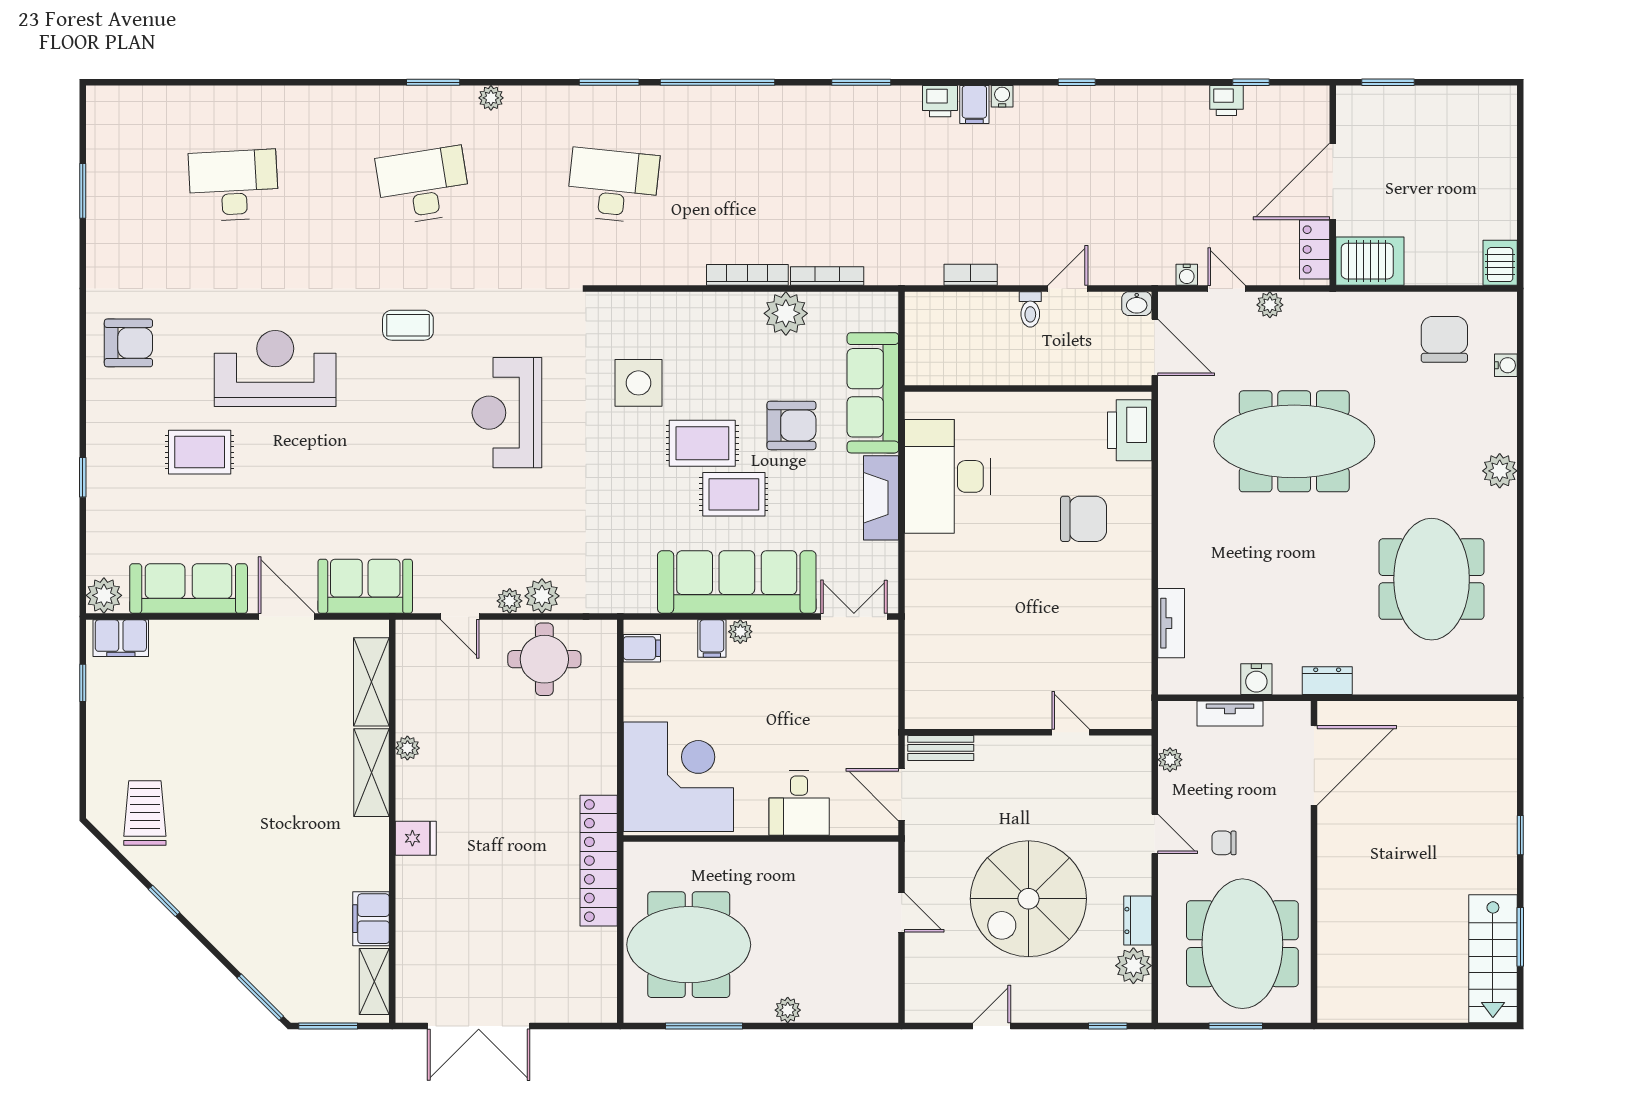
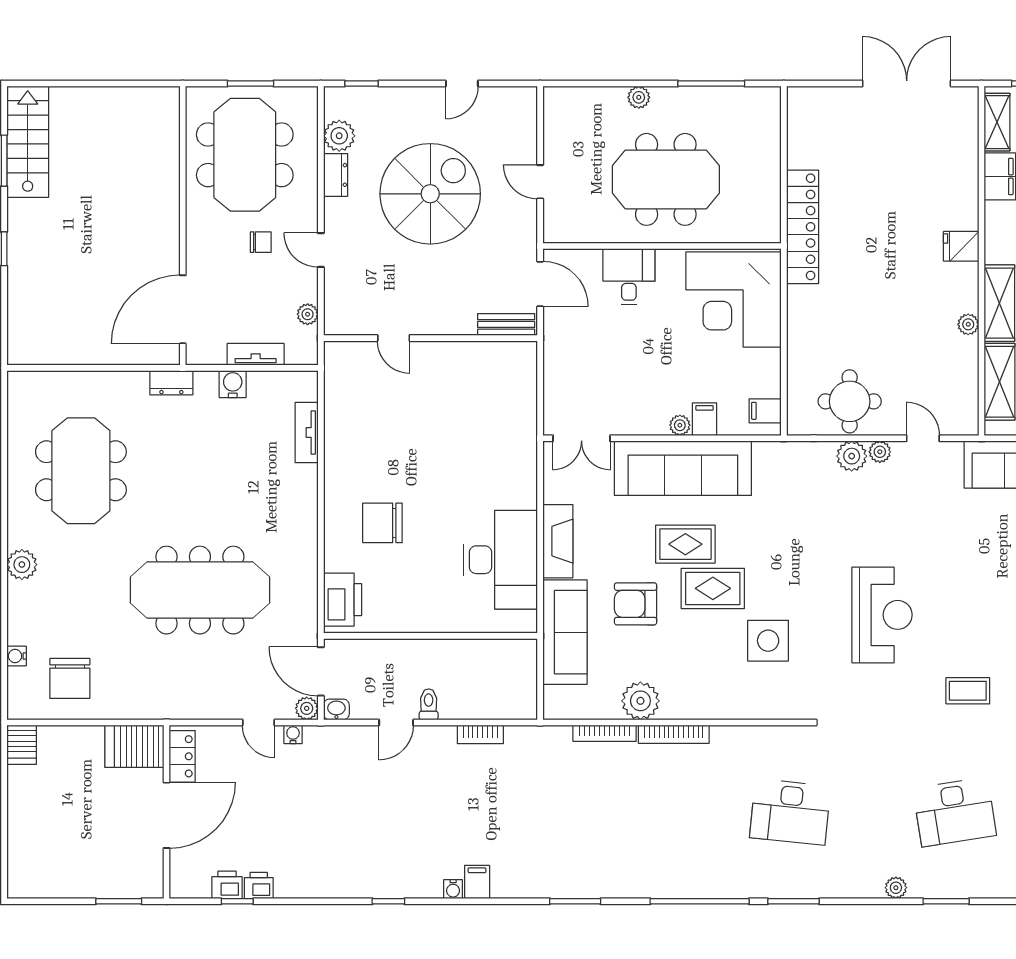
printer: (940, 101) -> (227, 885), moved
plant: (1270, 305) -> (307, 708), moved
meeting table: (689, 945) -> (666, 179), moved

